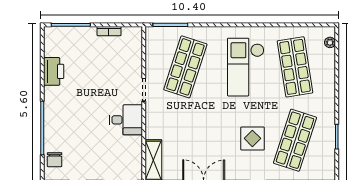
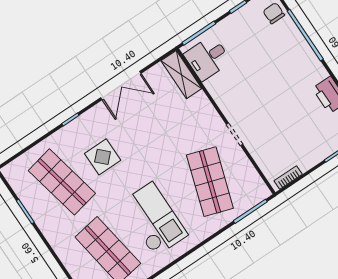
bookcase: (109, 31) -> (288, 177), moved
desk: (126, 120) -> (207, 58), moved
shop shelf: (295, 140) -> (62, 182), turned -30

